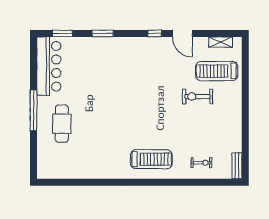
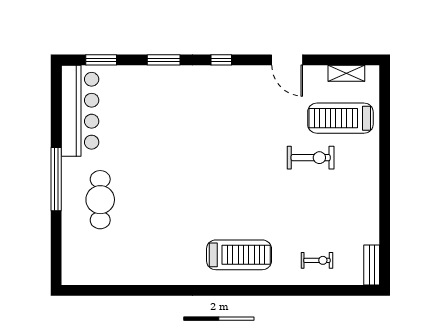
window: (155, 33) -> (221, 60), moved
exercise bike: (197, 97) -> (311, 158), turned 180

